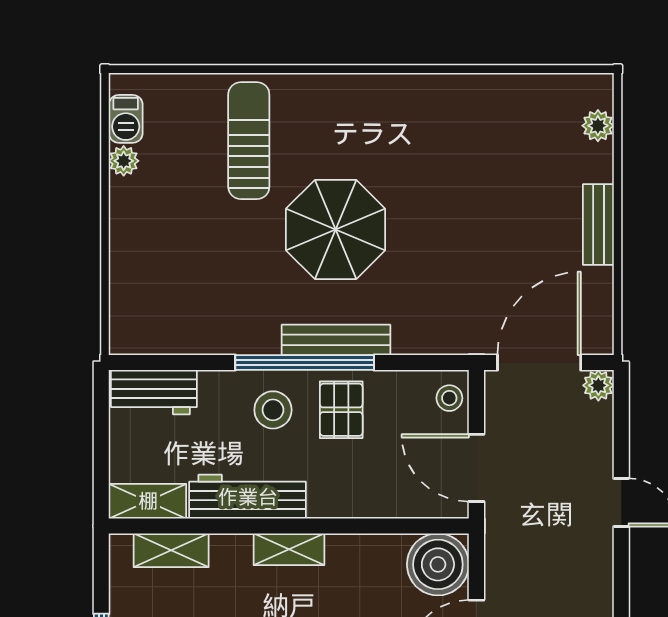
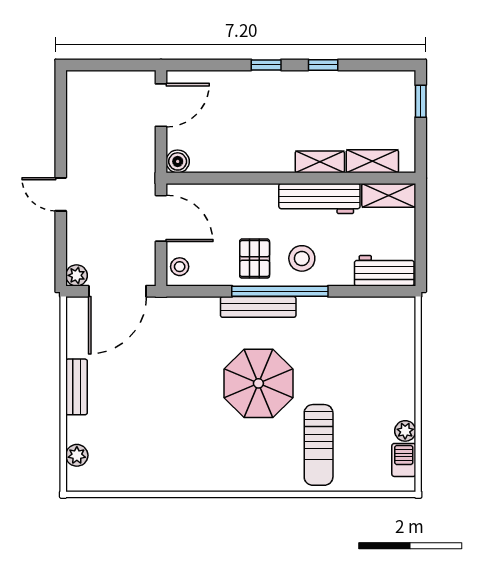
shelving: (289, 549) -> (320, 162), moved
boiler: (438, 564) -> (178, 161), width x0.54, depth x0.54

